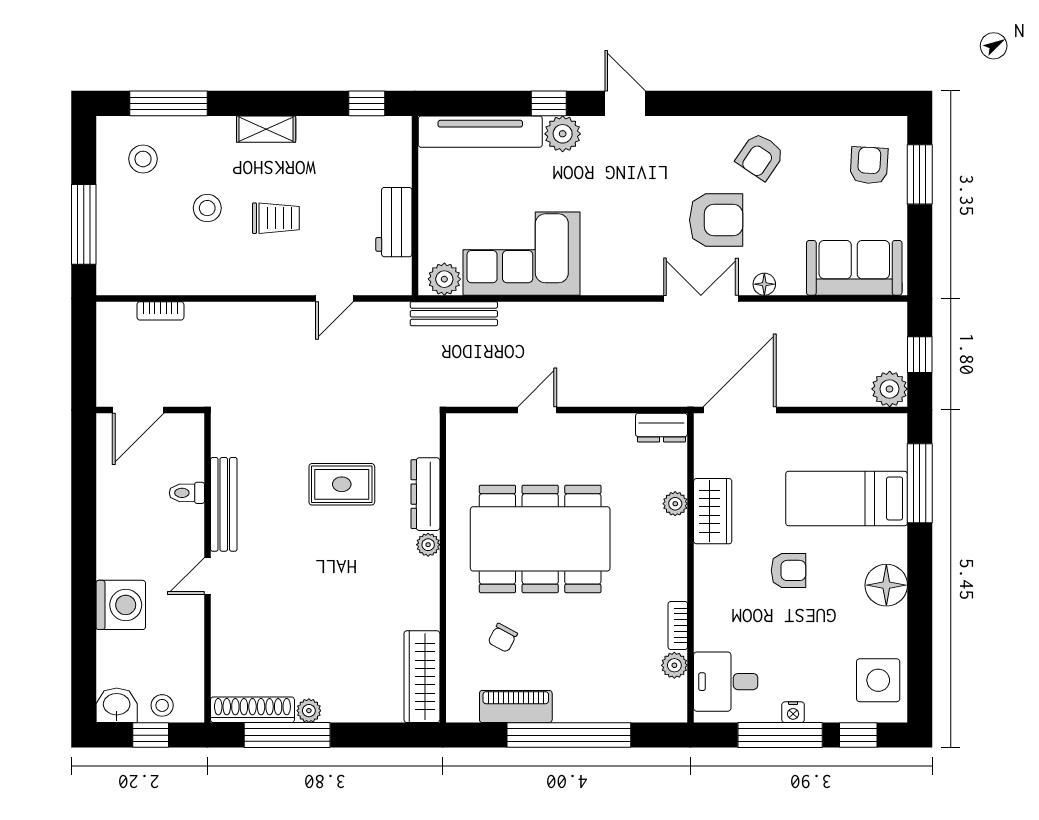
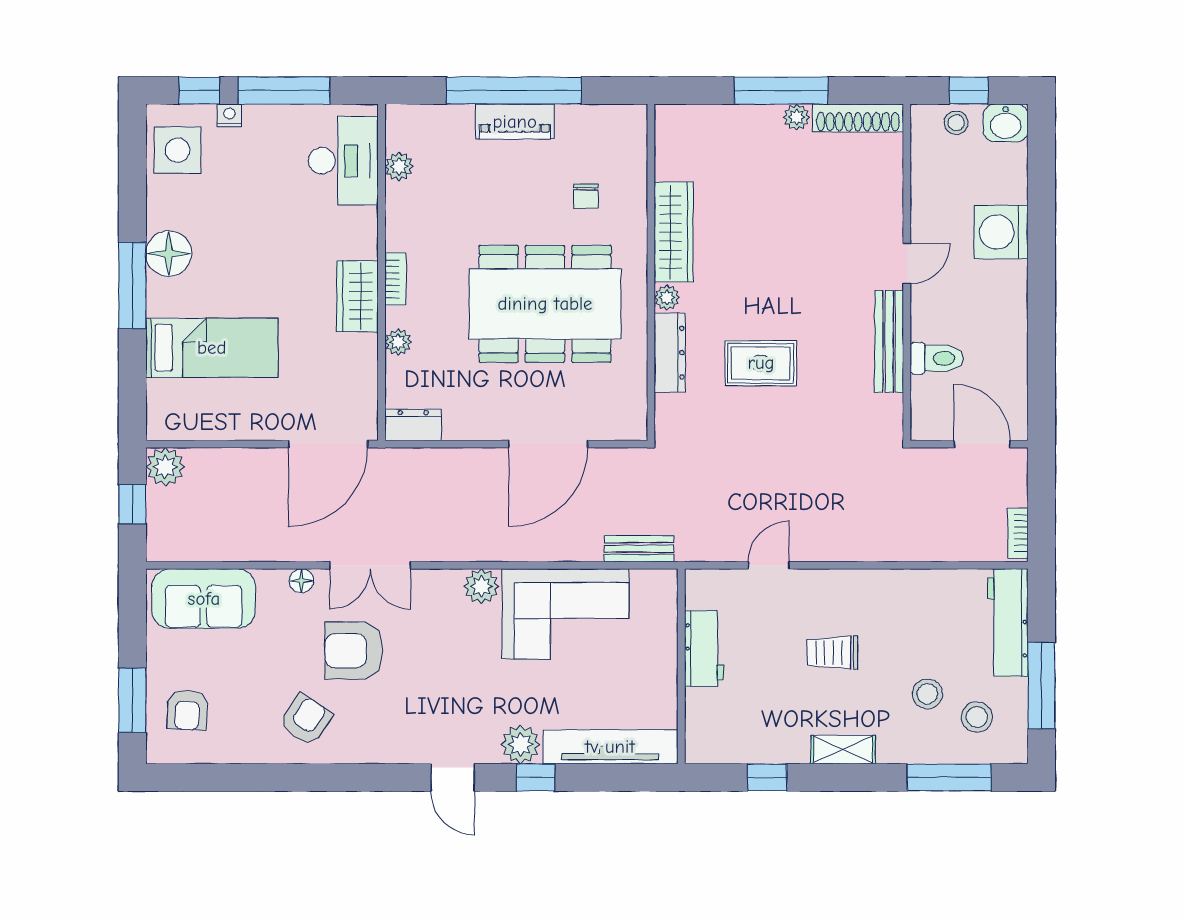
window: (367, 103) -> (767, 777), moved
stool: (207, 208) -> (927, 694), moved
window: (84, 224) -> (1041, 686), moved
workbench: (115, 246) -> (1008, 622), added
plant: (444, 279) -> (482, 586), moved
bookcase: (160, 311) -> (1018, 533), moved, turned -90
bench: (454, 314) -> (639, 549), width x0.73
door: (138, 410) -> (982, 444), hinge flipped
door: (537, 410) -> (548, 444), width x1.88
window: (920, 483) -> (132, 286), moved
toilet: (187, 493) -> (937, 358), width x1.37, depth x1.39
wardrobe: (713, 511) -> (357, 296), moved
armchair: (789, 570) -> (275, 270), removed
bookcase: (678, 626) -> (395, 279), moved
chair: (503, 638) -> (586, 196), turned 152
wardrobe: (422, 677) -> (674, 232), moved
desk: (726, 682) -> (343, 161), width x1.37
piano: (516, 706) -> (515, 122), moved
nightstand: (793, 712) -> (229, 115), moved
window: (287, 735) -> (781, 91), moved

